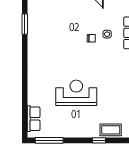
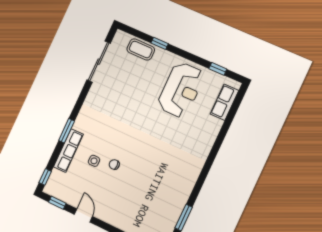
reception desk: (76, 93) -> (181, 90), moved, turned -90
window: (49, 140) -> (218, 69), width x0.46

